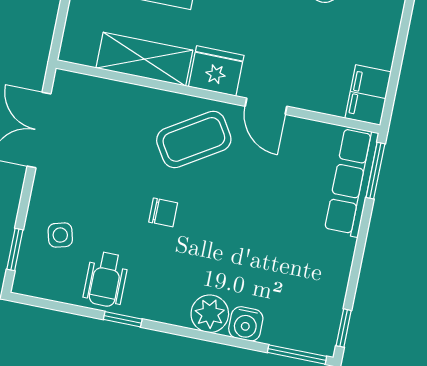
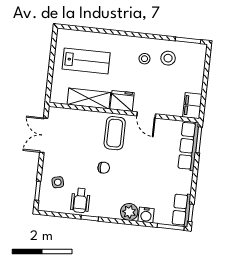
coffee table: (194, 139) -> (115, 133), turned -58
row of seats: (324, 319) -> (182, 210), added

